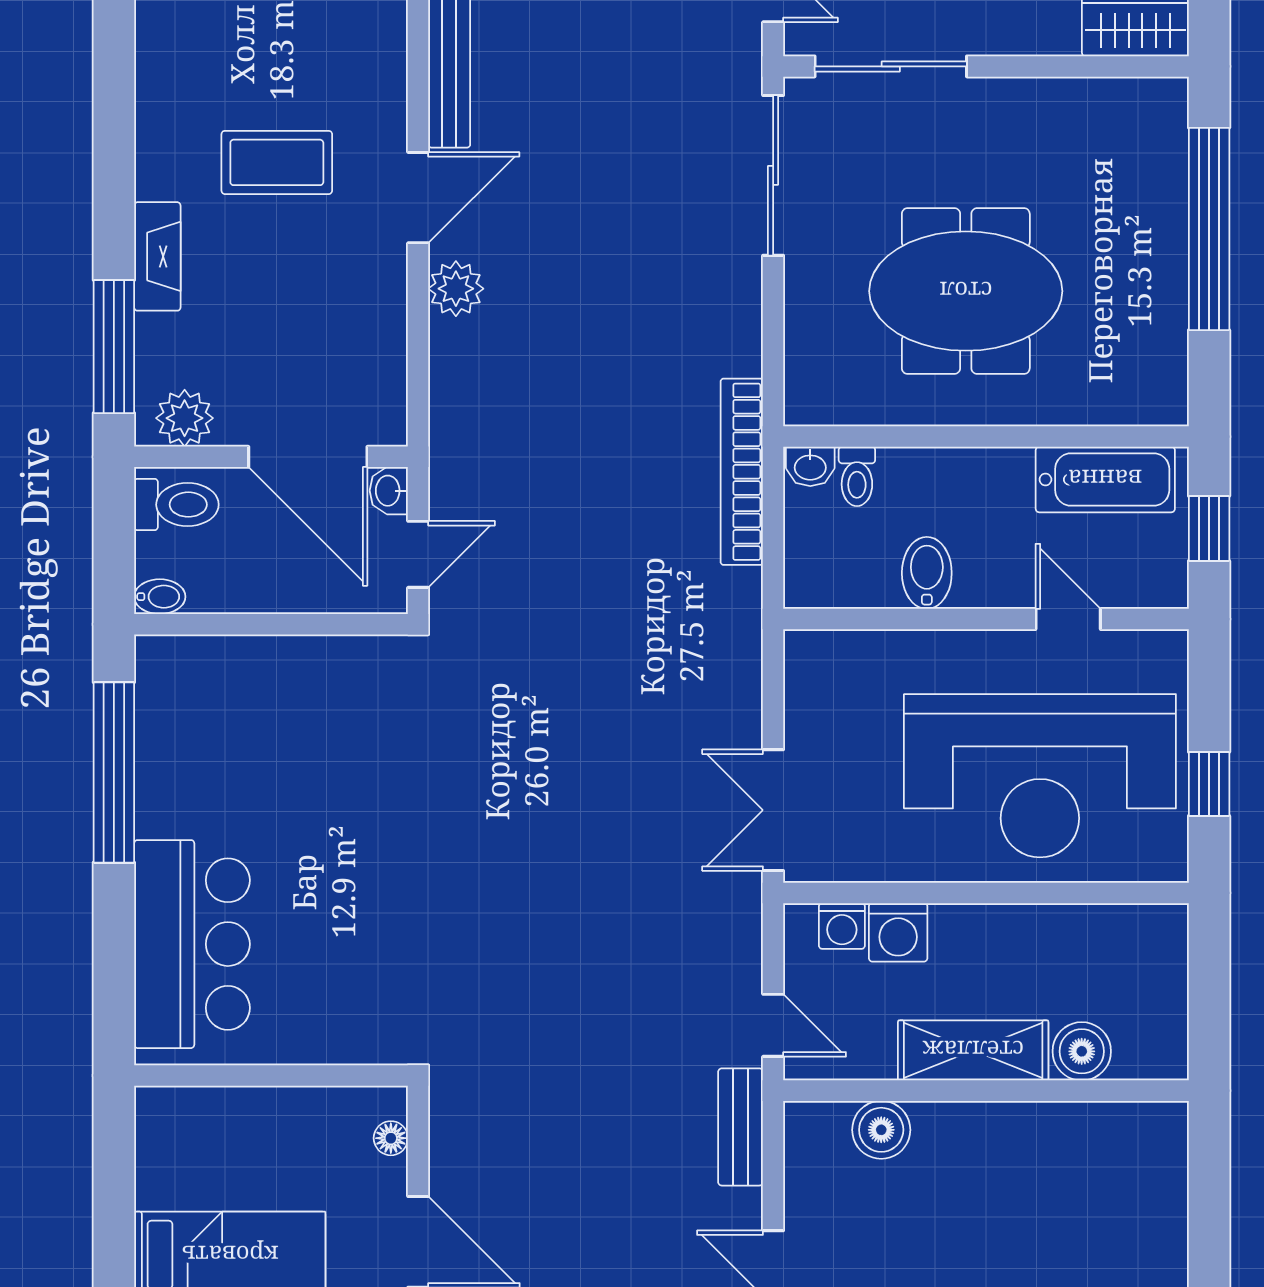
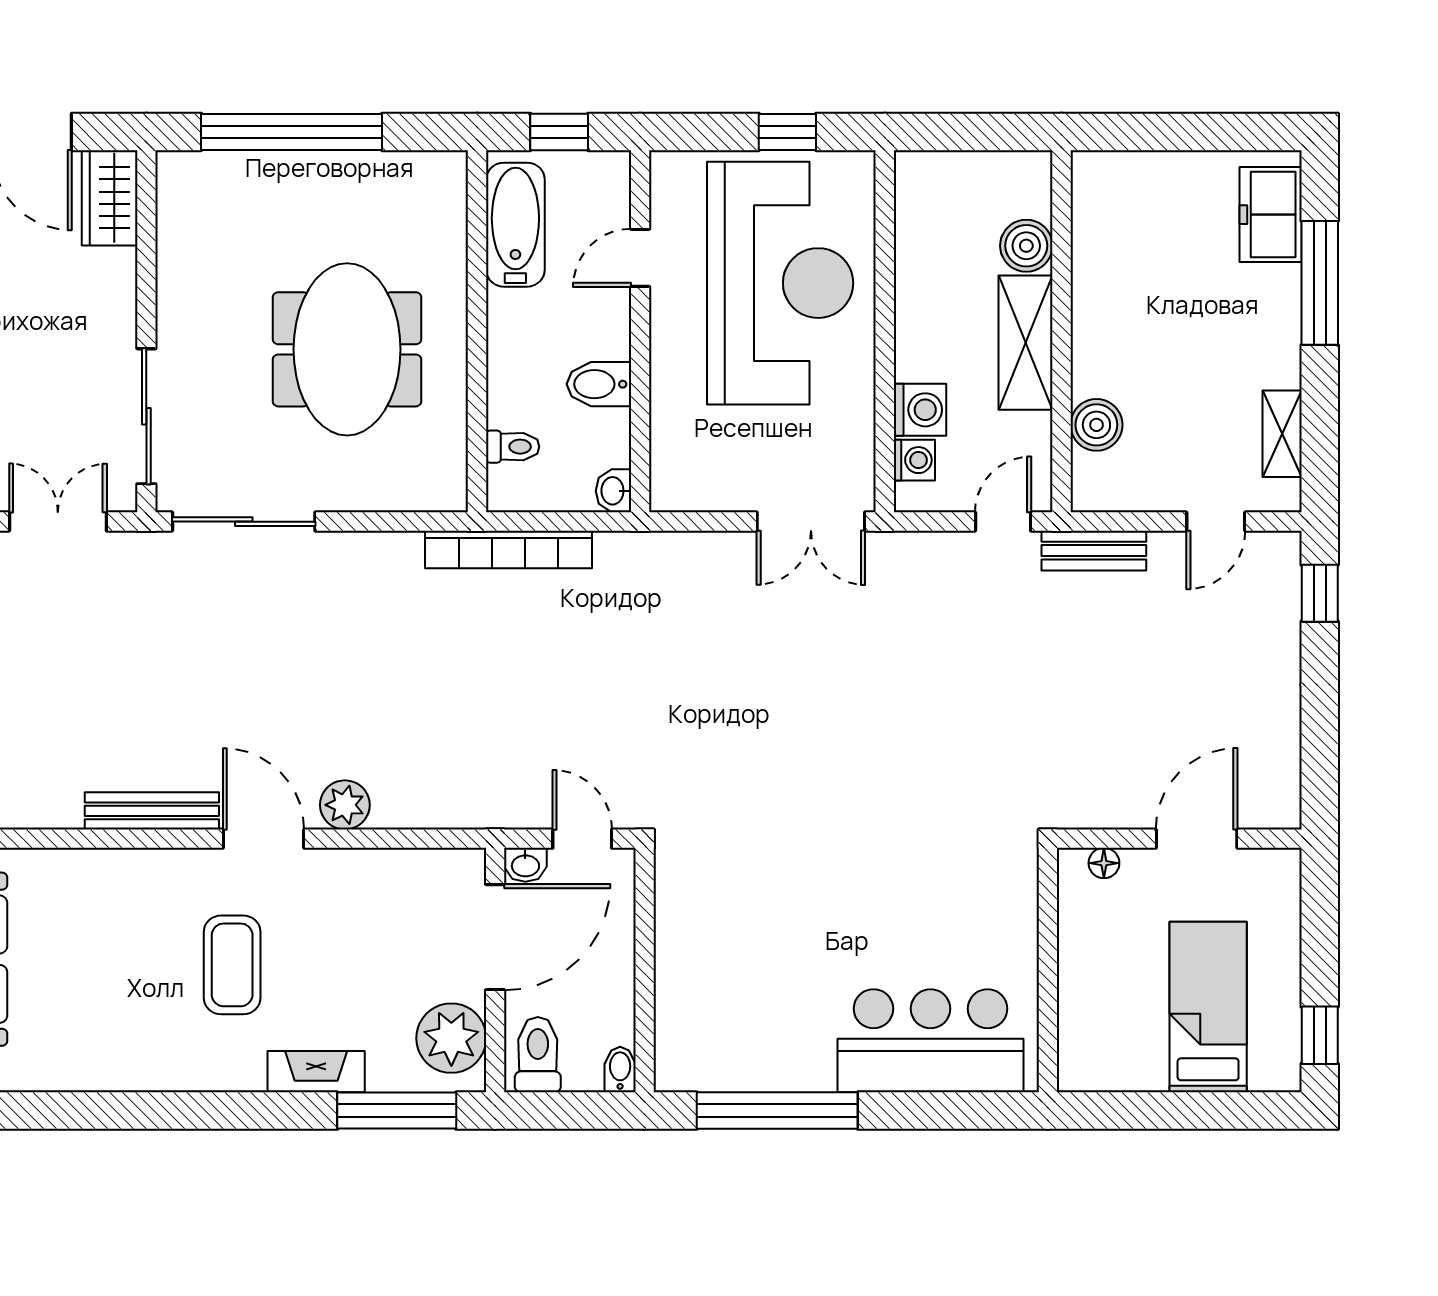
plant: (185, 418) -> (451, 1038), width x1.36, depth x1.36
washbasin: (810, 466) -> (614, 491), moved, turned 180

